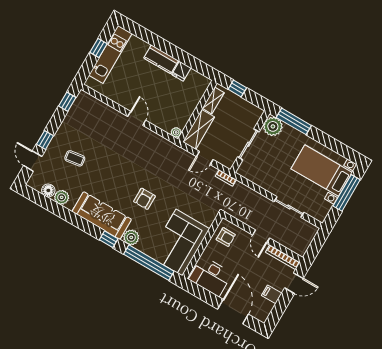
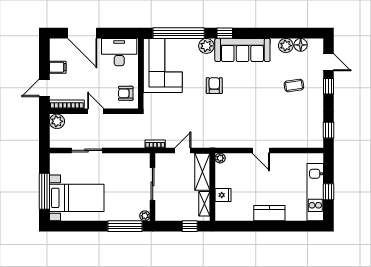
fridge: (181, 71) -> (223, 195), moved, turned 90
plant: (273, 126) -> (145, 216), width x0.53, depth x0.53
plant: (300, 247) -> (57, 121), added

